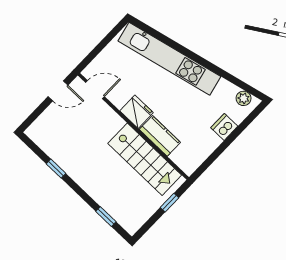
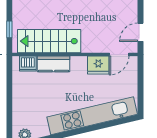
fridge: (136, 112) -> (98, 65), moved
dishwasher: (224, 127) -> (28, 64), moved, turned 90

